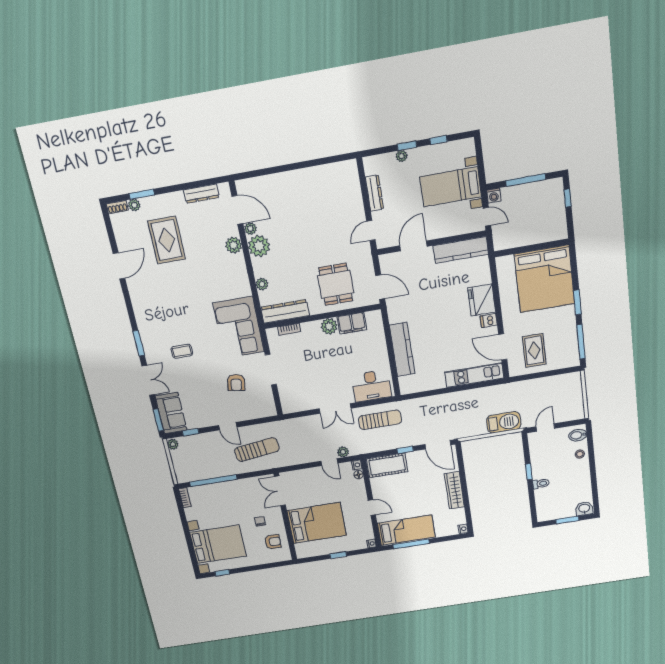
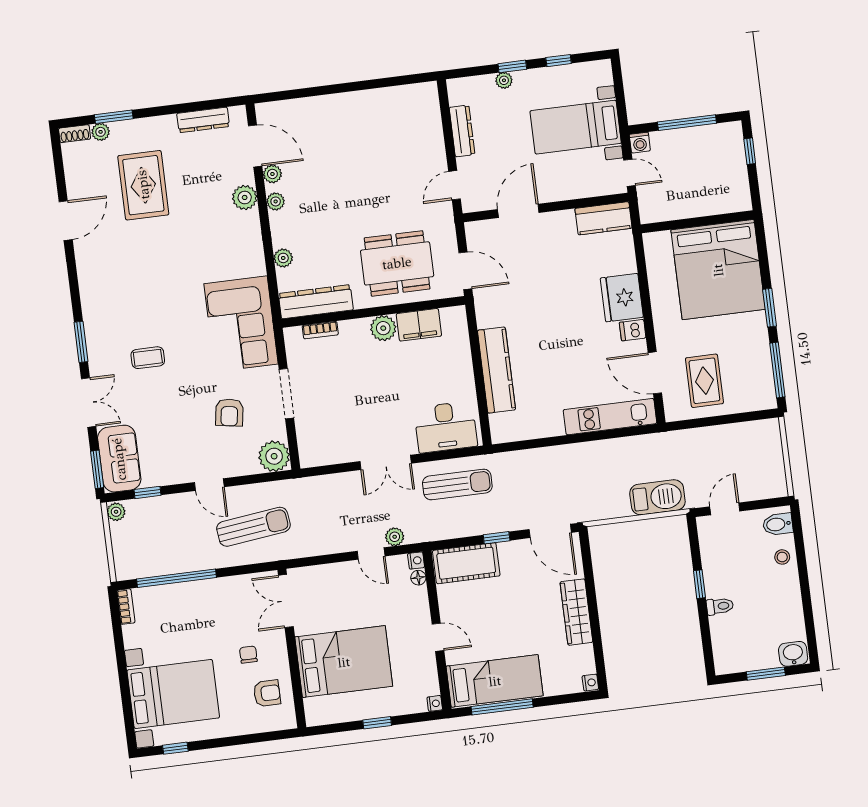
plant: (259, 246) -> (276, 201), width x0.53, depth x0.53
kitchen counter: (461, 250) -> (603, 218), width x0.67
dining table: (336, 284) -> (397, 263), width x1.38
plant: (266, 408) -> (274, 456), added

